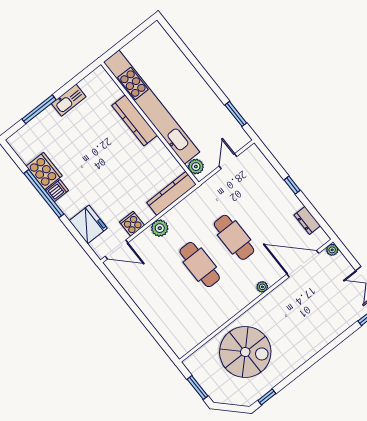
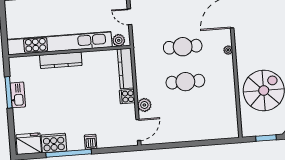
window: (39, 109) -> (9, 92), moved
dishwasher: (57, 191) -> (91, 142), moved
fridge: (88, 224) -> (29, 144), moved
cooker: (132, 224) -> (127, 96), moved
plant: (160, 228) -> (144, 105), moved

